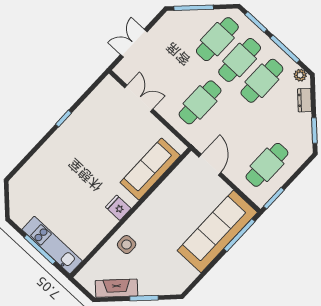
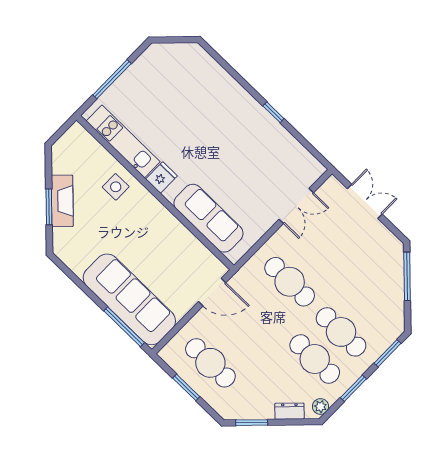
cafe table: (217, 39) -> (367, 305), removed
window: (285, 49) -> (353, 388), width x0.69
window: (274, 198) -> (186, 387), moved
kitchen unit: (52, 245) -> (123, 141), moved, turned -90
fireplace: (116, 288) -> (62, 201), moved

